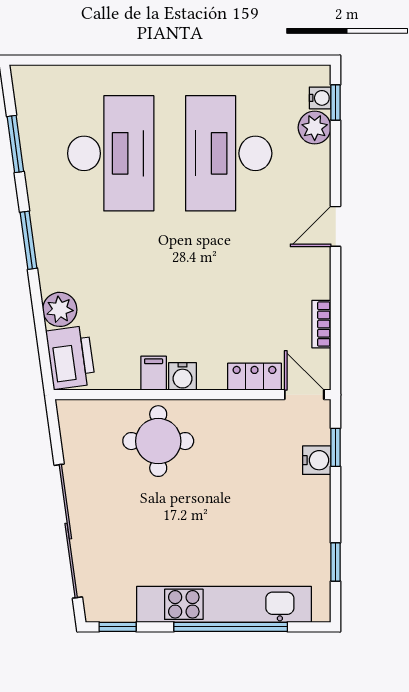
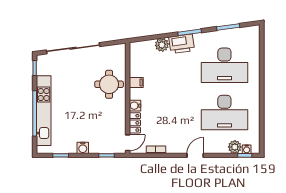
desk: (229, 153) -> (224, 113), turned 180
door: (336, 226) -> (195, 155), hinge flipped
printer: (71, 357) -> (182, 44), moved
water cooler: (183, 376) -> (135, 106), moved
water cooler: (317, 460) -> (83, 148), moved

